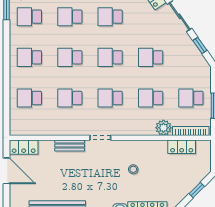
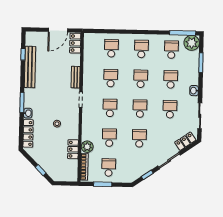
locker: (182, 147) -> (73, 149), moved

